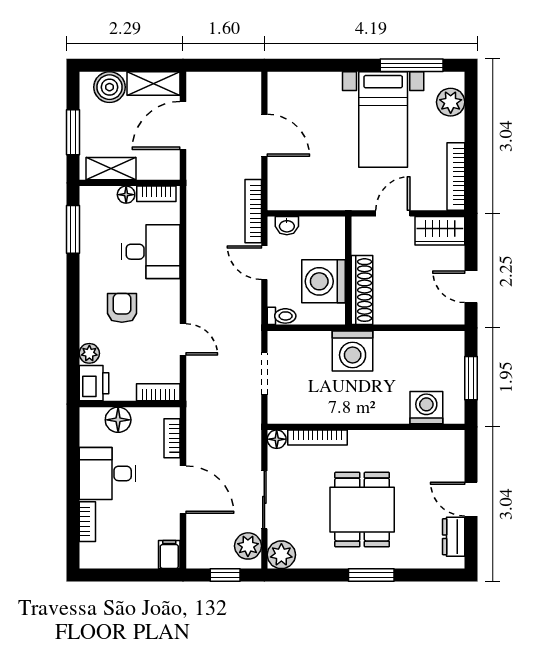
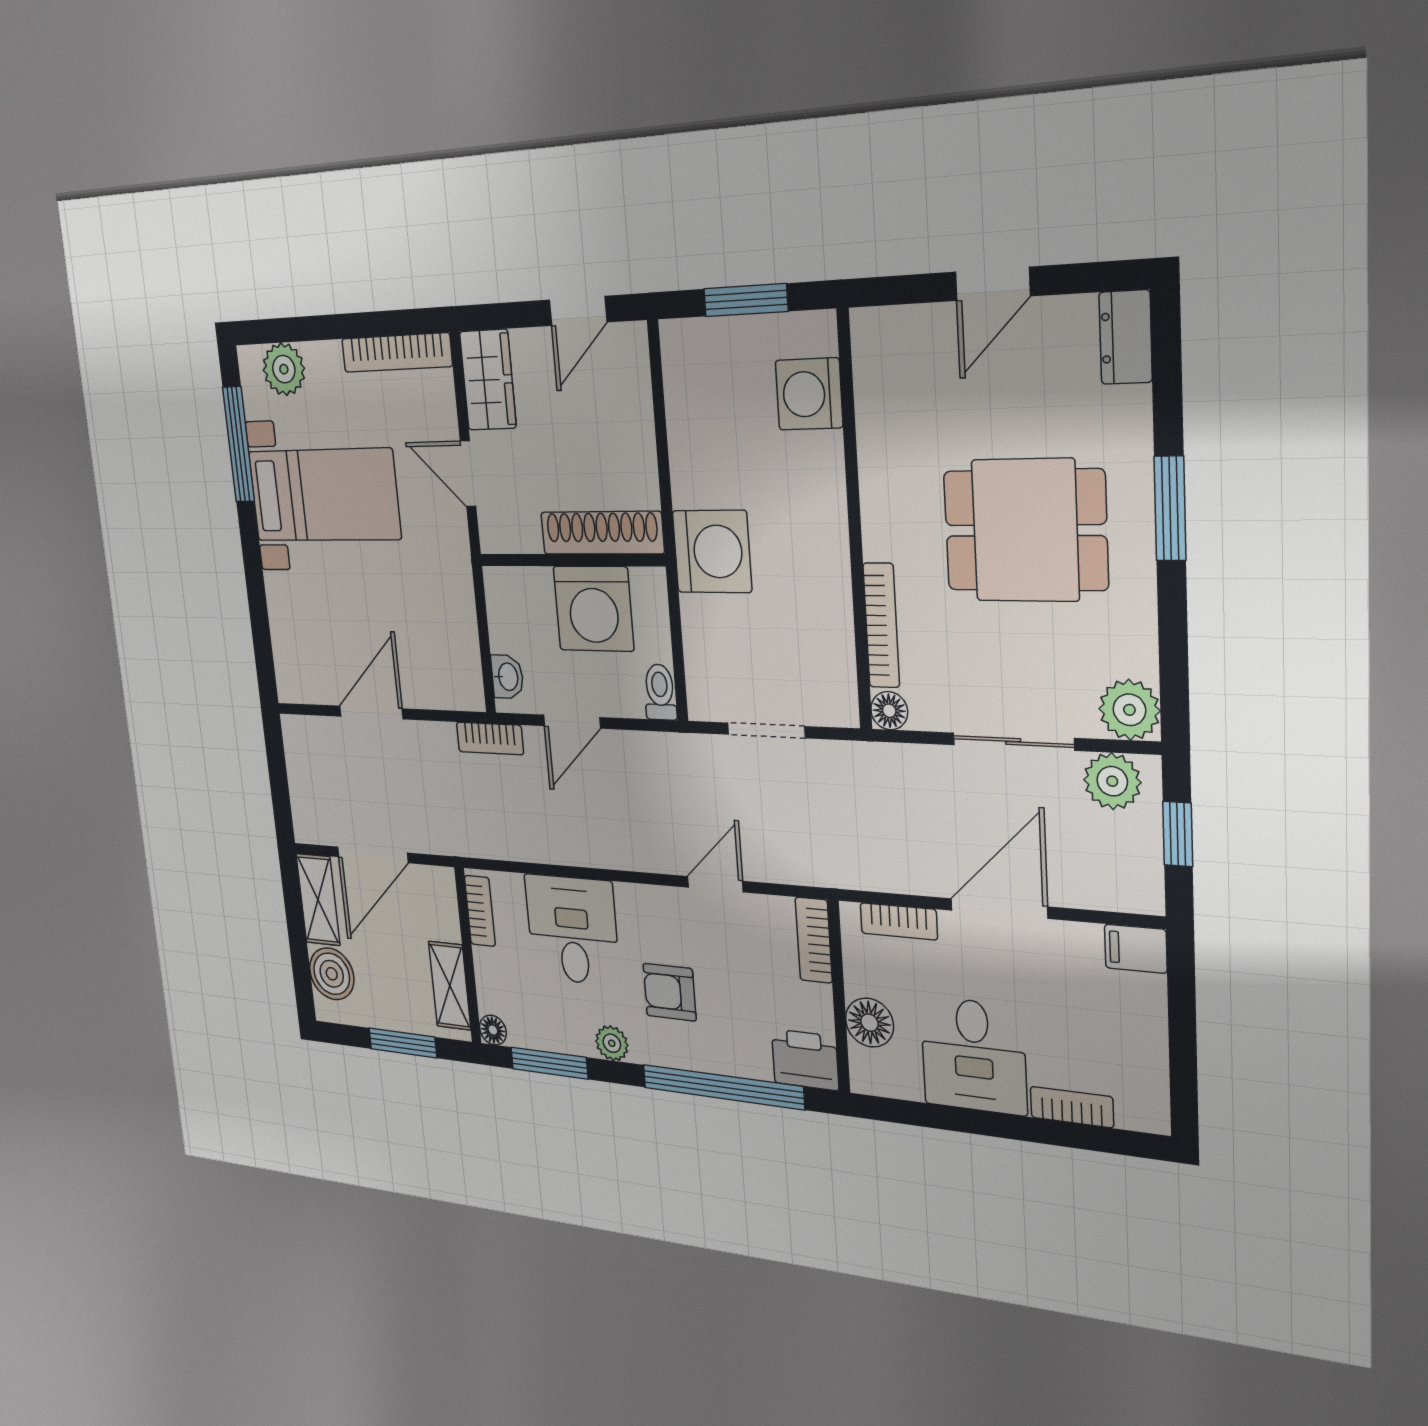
door: (183, 126) -> (373, 855), hinge flipped
floor lamp: (126, 195) -> (493, 1030), moved
bookcase: (253, 211) -> (490, 738), width x0.64
window: (73, 335) -> (723, 1087), added
plant: (89, 353) -> (612, 1043), moved
dresser: (454, 537) -> (1126, 337), moved, turned 90

